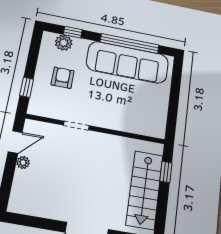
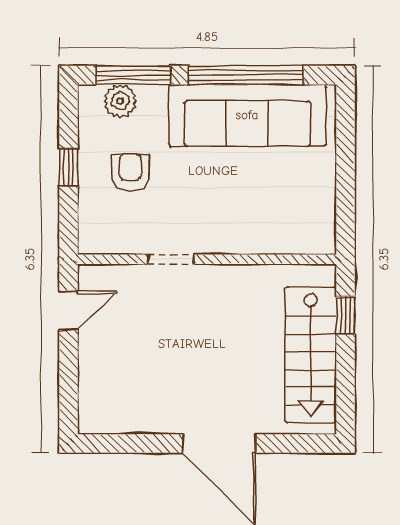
window: (73, 32) -> (133, 75), width x2.17
window: (27, 87) -> (68, 167), moved
plant: (23, 162) -> (89, 345), removed

